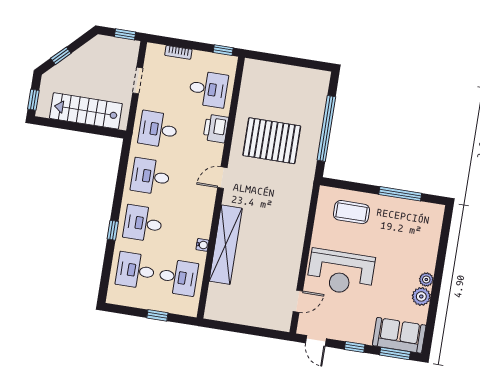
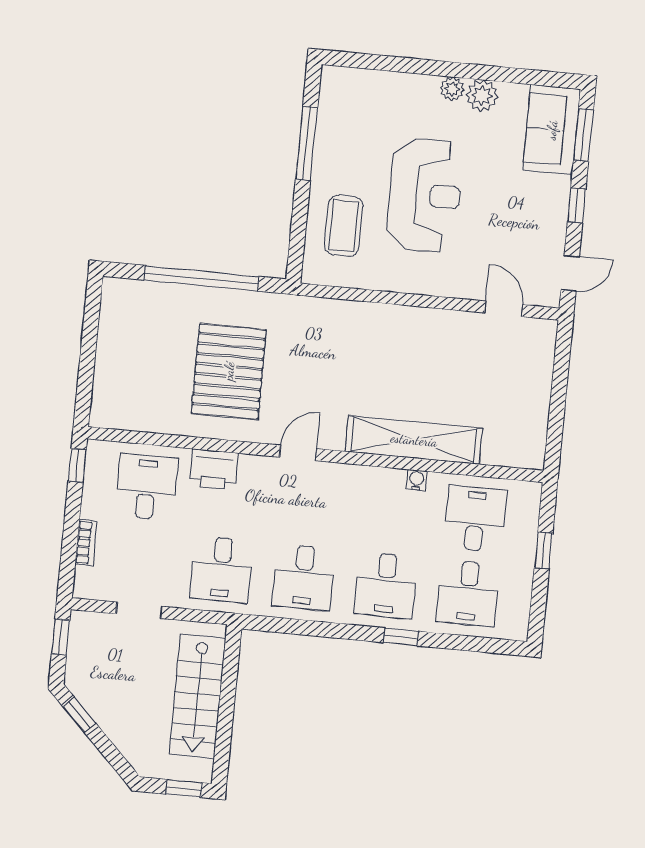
window: (61, 56) -> (79, 715), moved
door: (222, 178) -> (298, 453), swing flipped
reception desk: (341, 272) -> (425, 195), moved

